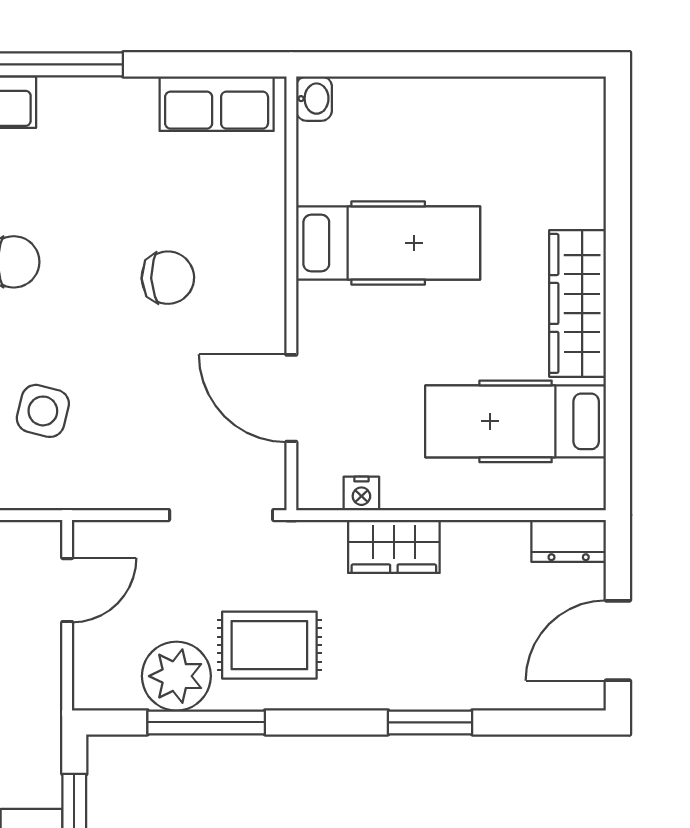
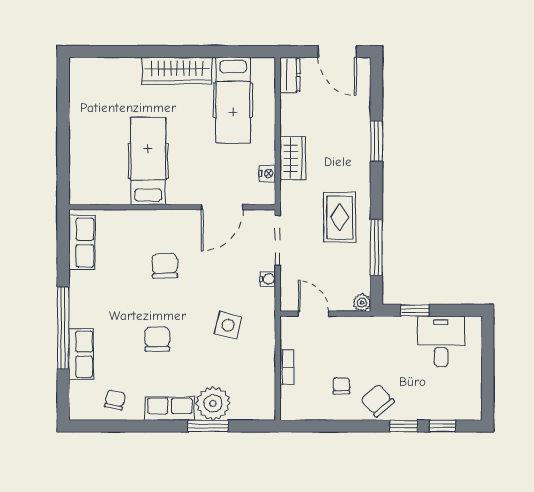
washbasin: (314, 99) -> (79, 196), removed
water cooler: (140, 494) -> (268, 279), added
plant: (176, 676) -> (362, 303), moved, width x0.53, depth x0.53

